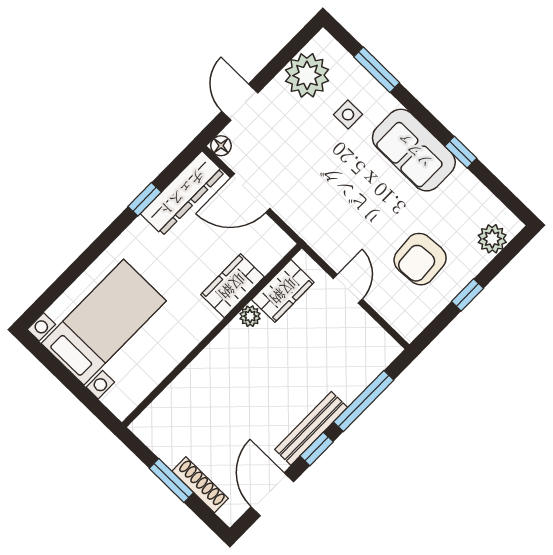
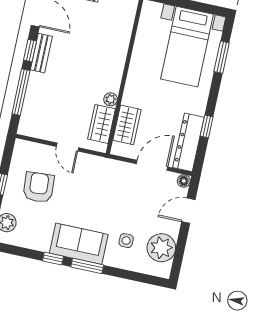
window: (377, 70) -> (87, 266), moved
door: (240, 102) -> (188, 211), swing flipped
window: (67, 279) -> (222, 57), added
wardrobe: (232, 286) -> (127, 125), moved
bench: (311, 428) -> (41, 53), width x0.73

